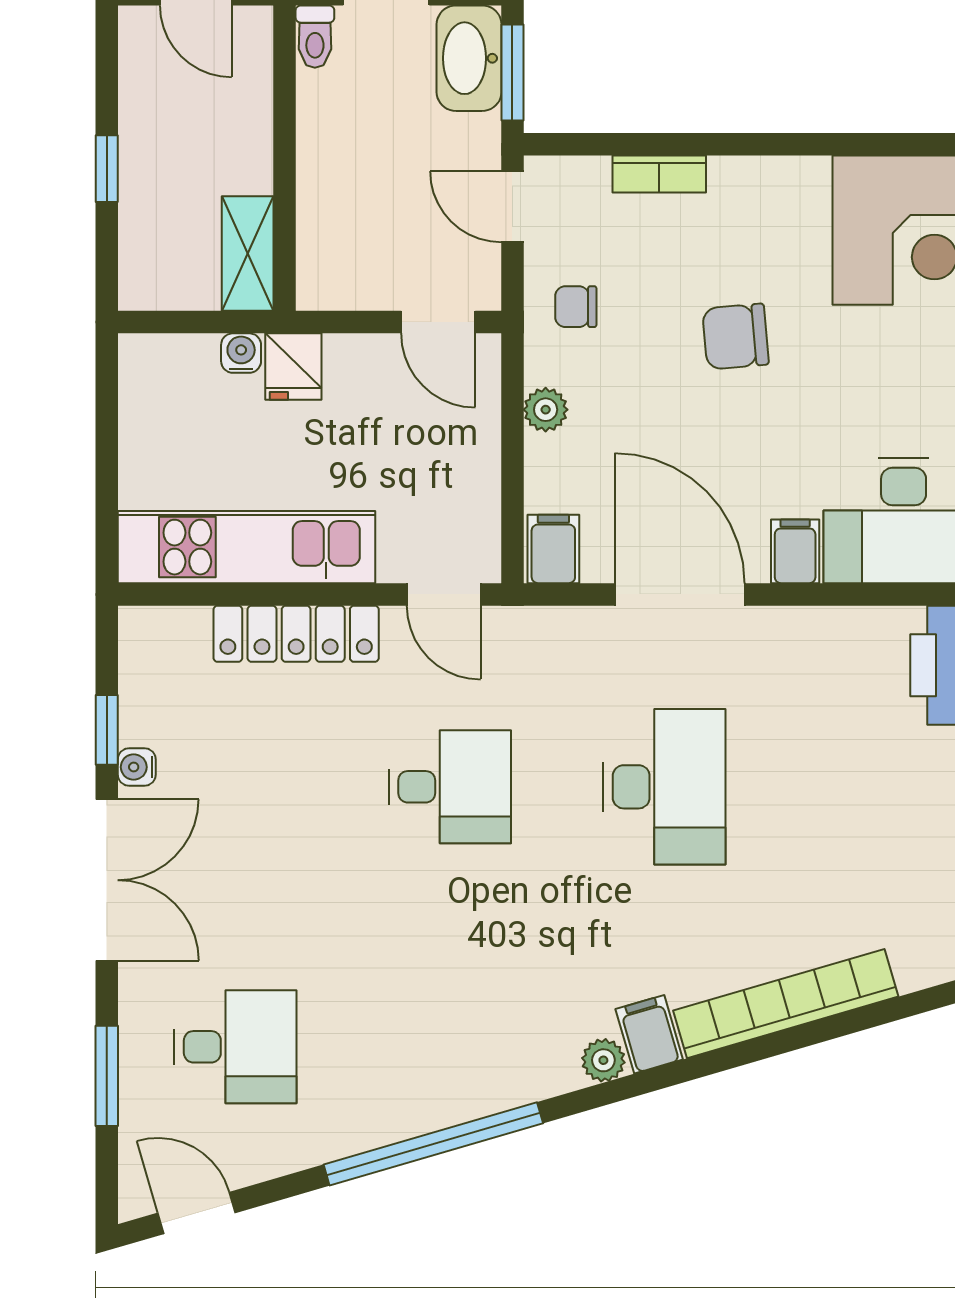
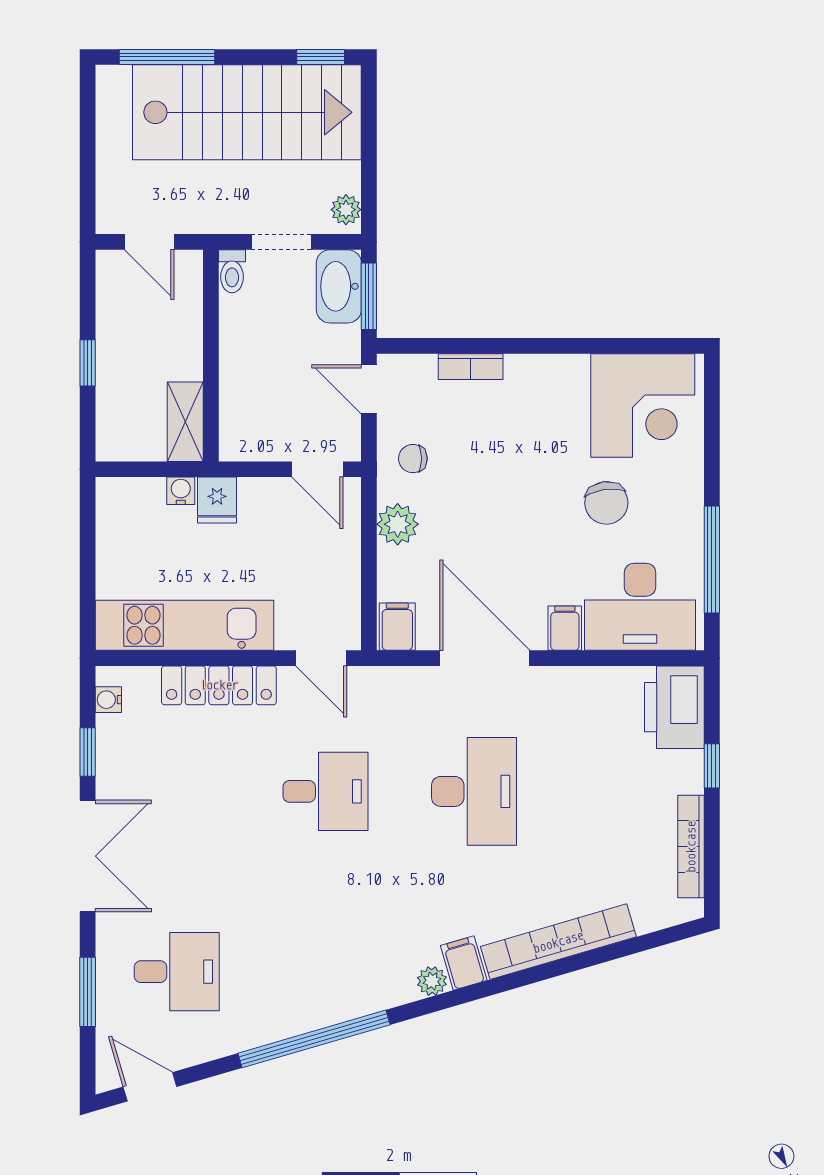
chair: (736, 337) -> (606, 503), moved, turned -93
plant: (546, 410) -> (398, 524), width x1.38, depth x1.38
water cooler: (137, 767) -> (108, 700), moved

